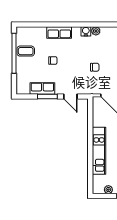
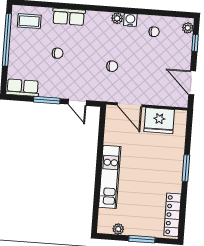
water cooler: (86, 31) -> (130, 20), moved
coffee table: (26, 51) -> (29, 21), moved
row of seats: (42, 88) -> (23, 88), moved

